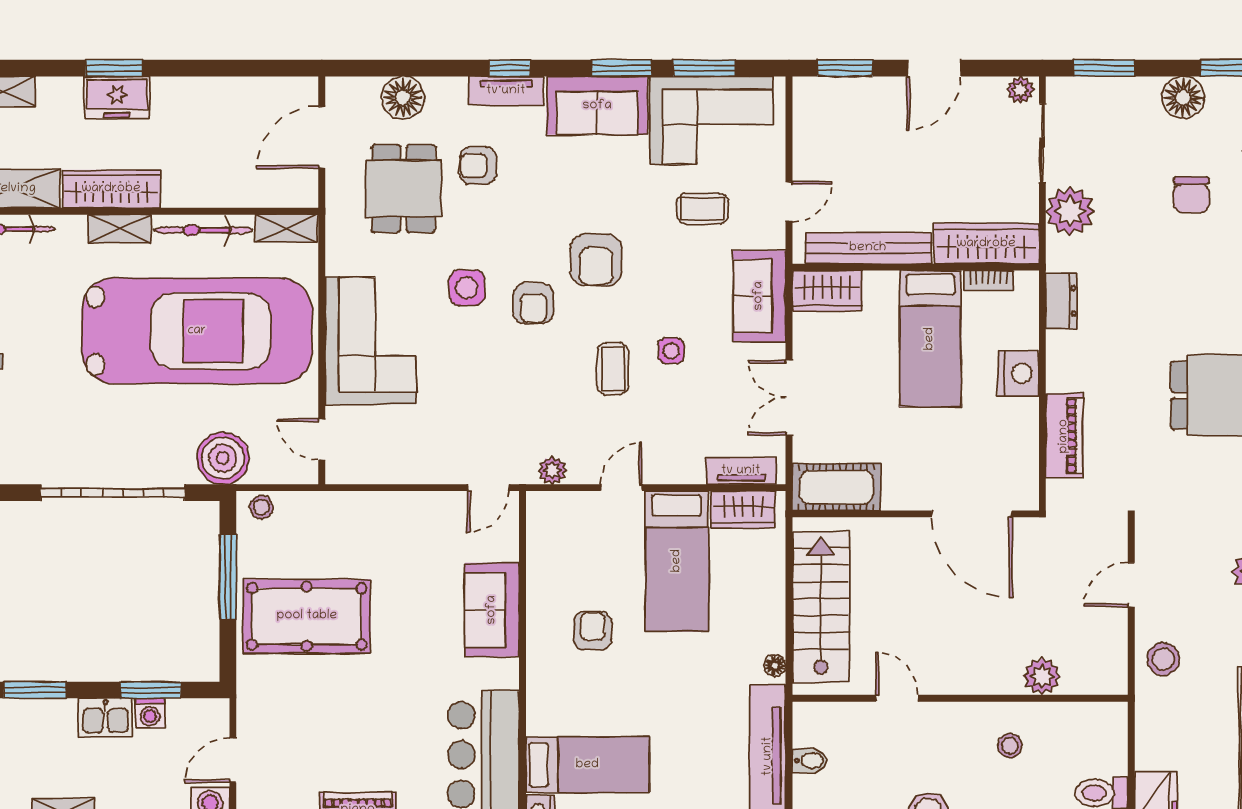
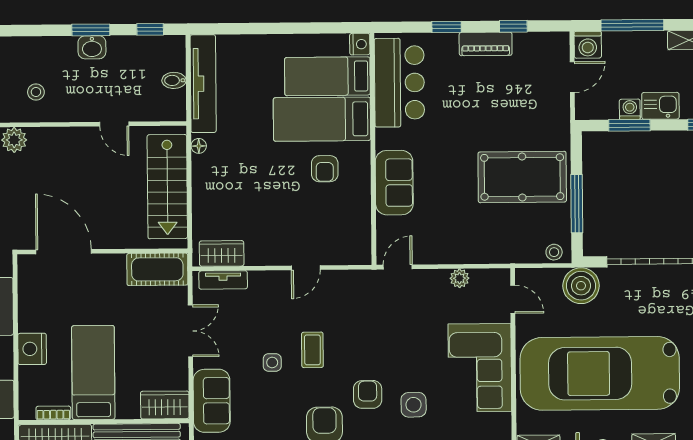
plant: (552, 470) -> (460, 278), moved
bed: (677, 561) -> (322, 119), moved, turned -90

